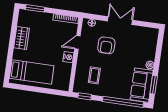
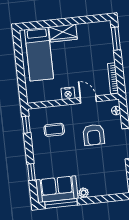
wardrobe: (22, 38) -> (63, 33), moved
armchair: (106, 45) -> (94, 135), turned -90
window: (154, 85) -> (61, 203), width x1.44
window: (123, 102) -> (31, 172), width x0.32

